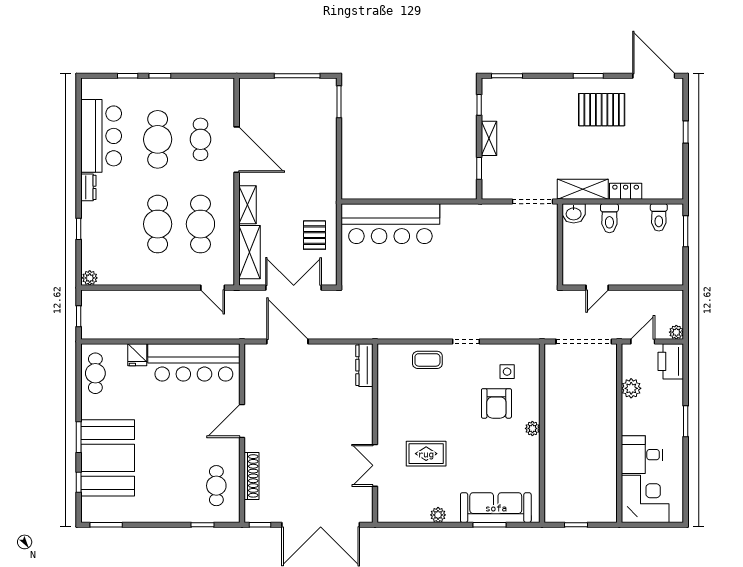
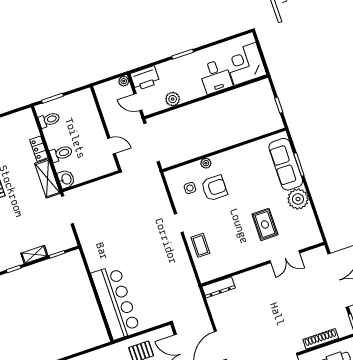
plant: (532, 428) -> (206, 163), moved
plant: (438, 515) -> (298, 199), width x1.87, depth x1.87

